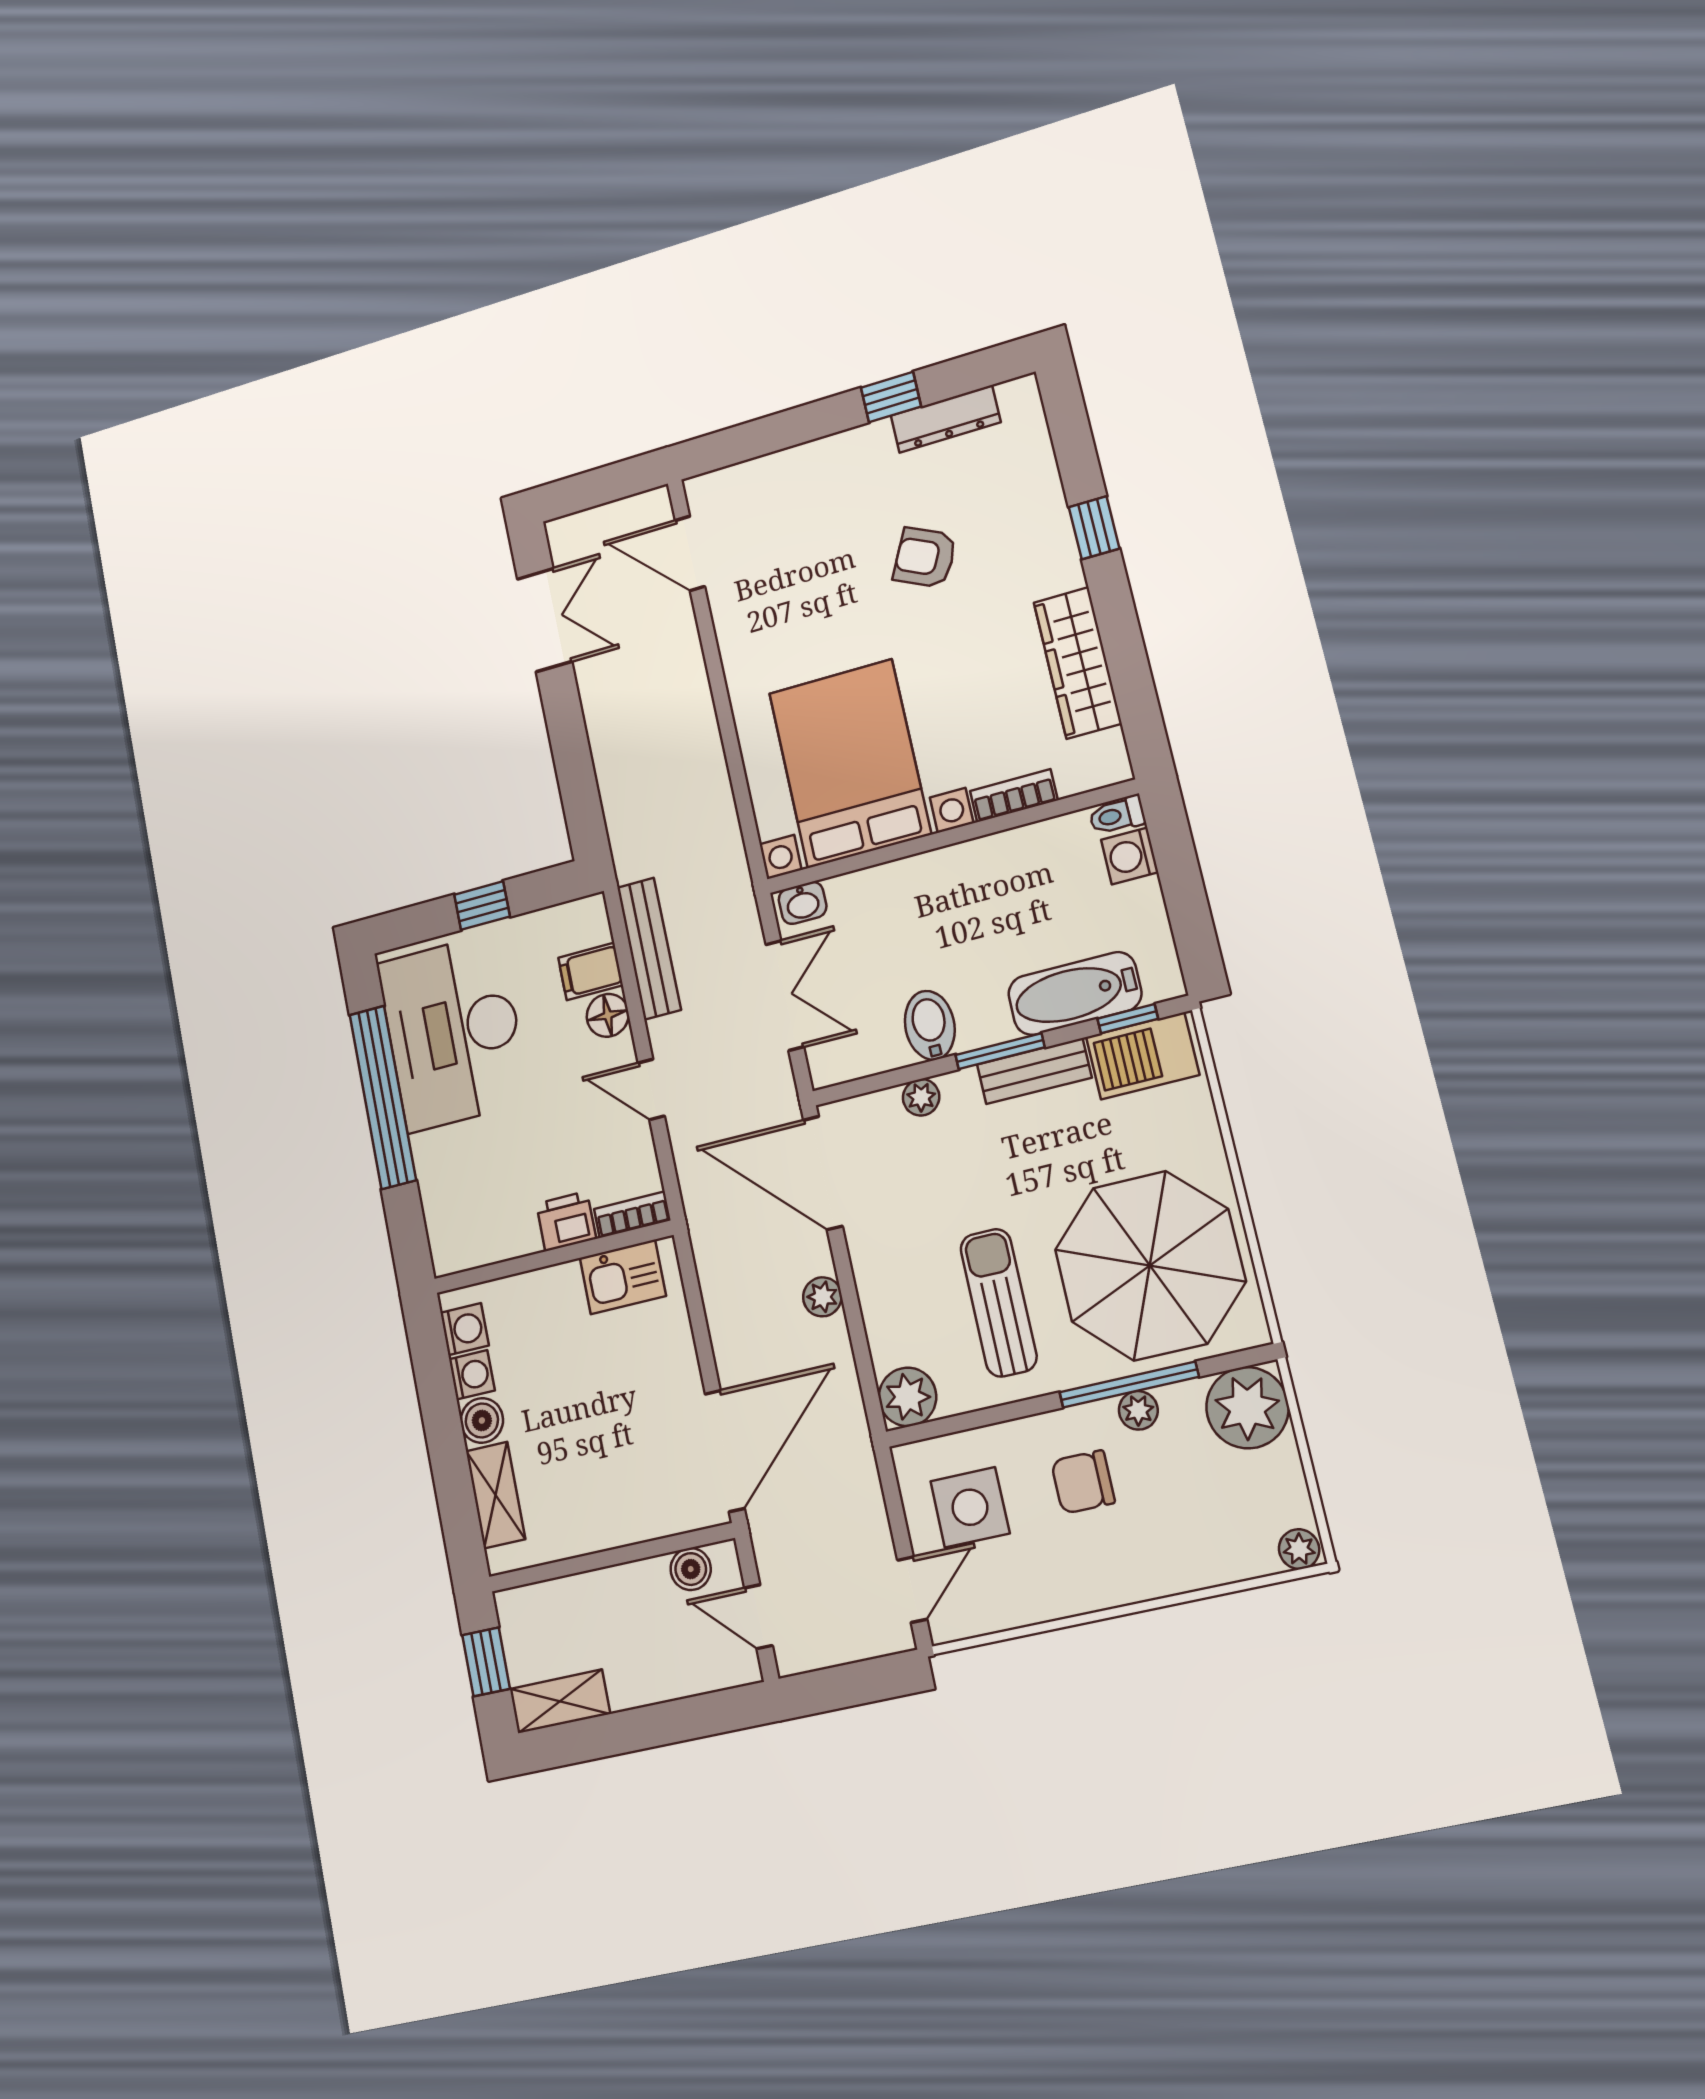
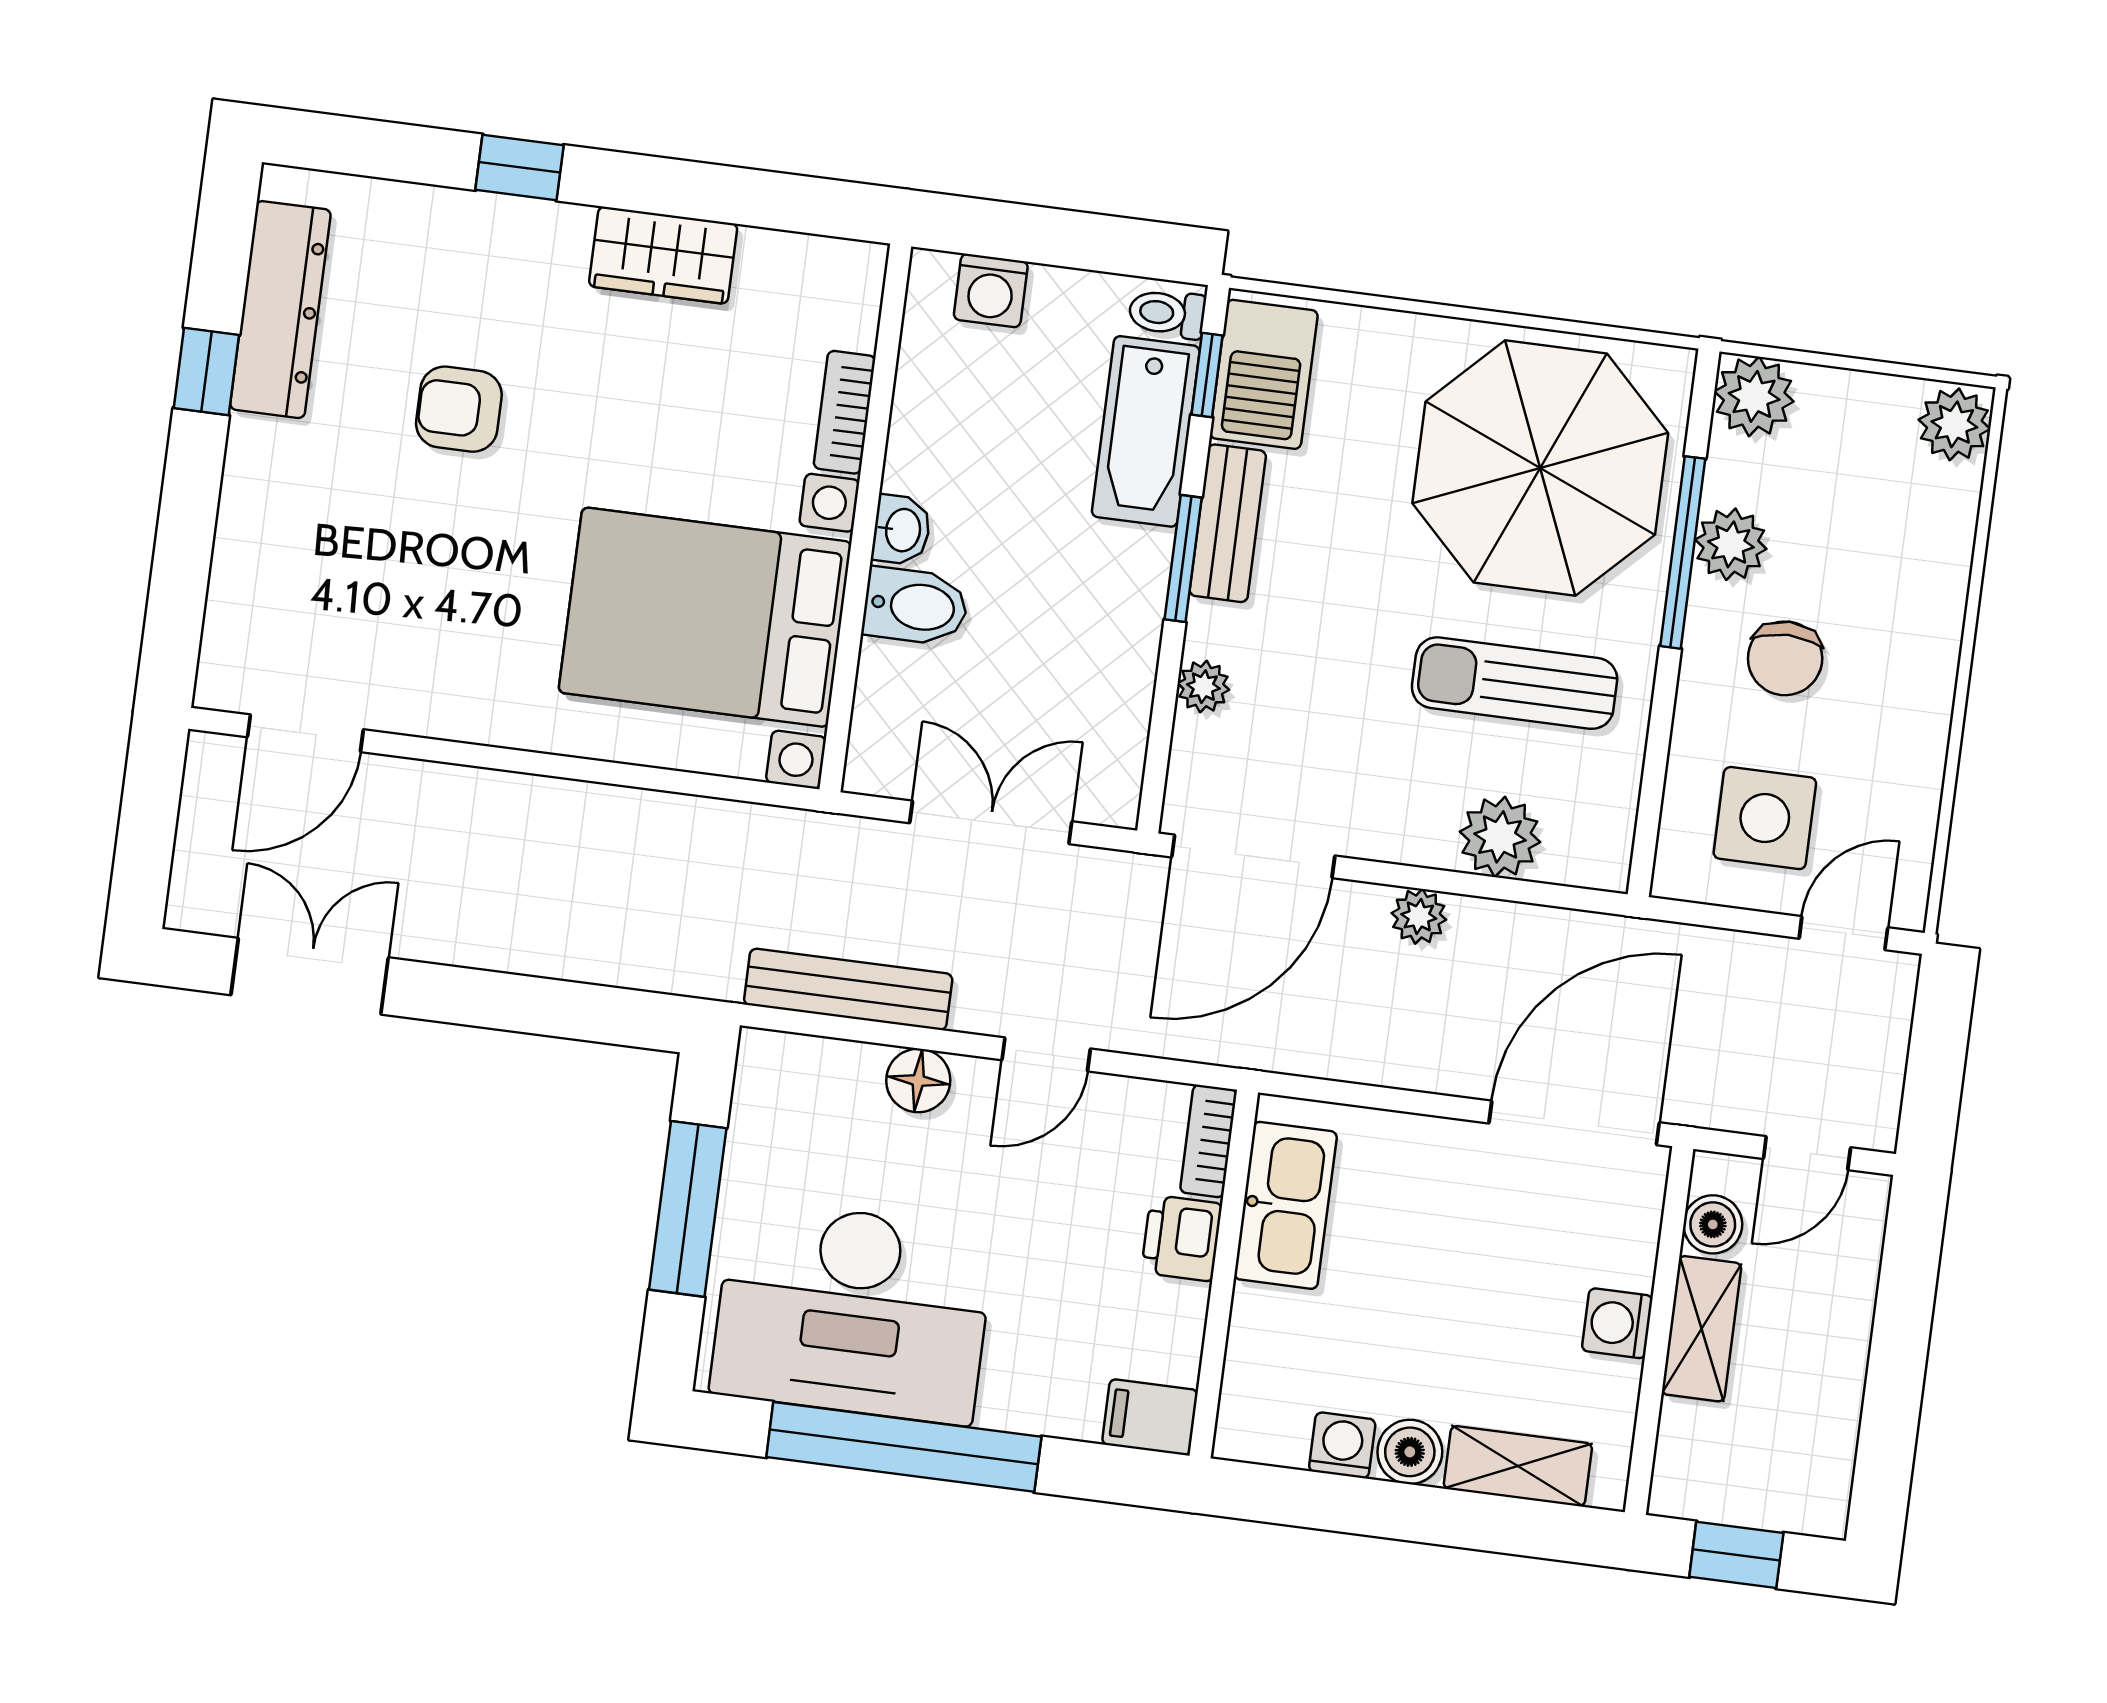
dresser: (946, 419) -> (280, 310), width x1.37, depth x1.24
armchair: (925, 557) -> (459, 409), turned 64
wardrobe: (1078, 663) -> (663, 255), width x0.67
toilet: (1117, 815) -> (1167, 313), moved, turned 90
washbasin: (803, 903) -> (901, 530), moved
window: (482, 906) -> (688, 1209), width x2.17
filing cabinet: (591, 971) -> (1150, 1417), moved, turned 90
bidet: (930, 1025) -> (915, 606), moved, turned 180
kitchen sink: (623, 1277) -> (1286, 1205), width x1.38
washing machine: (465, 1329) -> (1617, 1323), moved, turned -90
plant: (908, 1397) -> (1500, 837), moved
plant: (1247, 1408) -> (1754, 396), width x0.73, depth x0.73
plant: (1138, 1410) -> (1731, 544), width x1.38, depth x1.38
door: (725, 1451) -> (1574, 1123), hinge flipped
plant: (1299, 1549) -> (1954, 424), width x1.38, depth x1.38
door: (912, 1590) -> (1843, 933), hinge flipped
shelving: (560, 1701) -> (1702, 1329), moved

